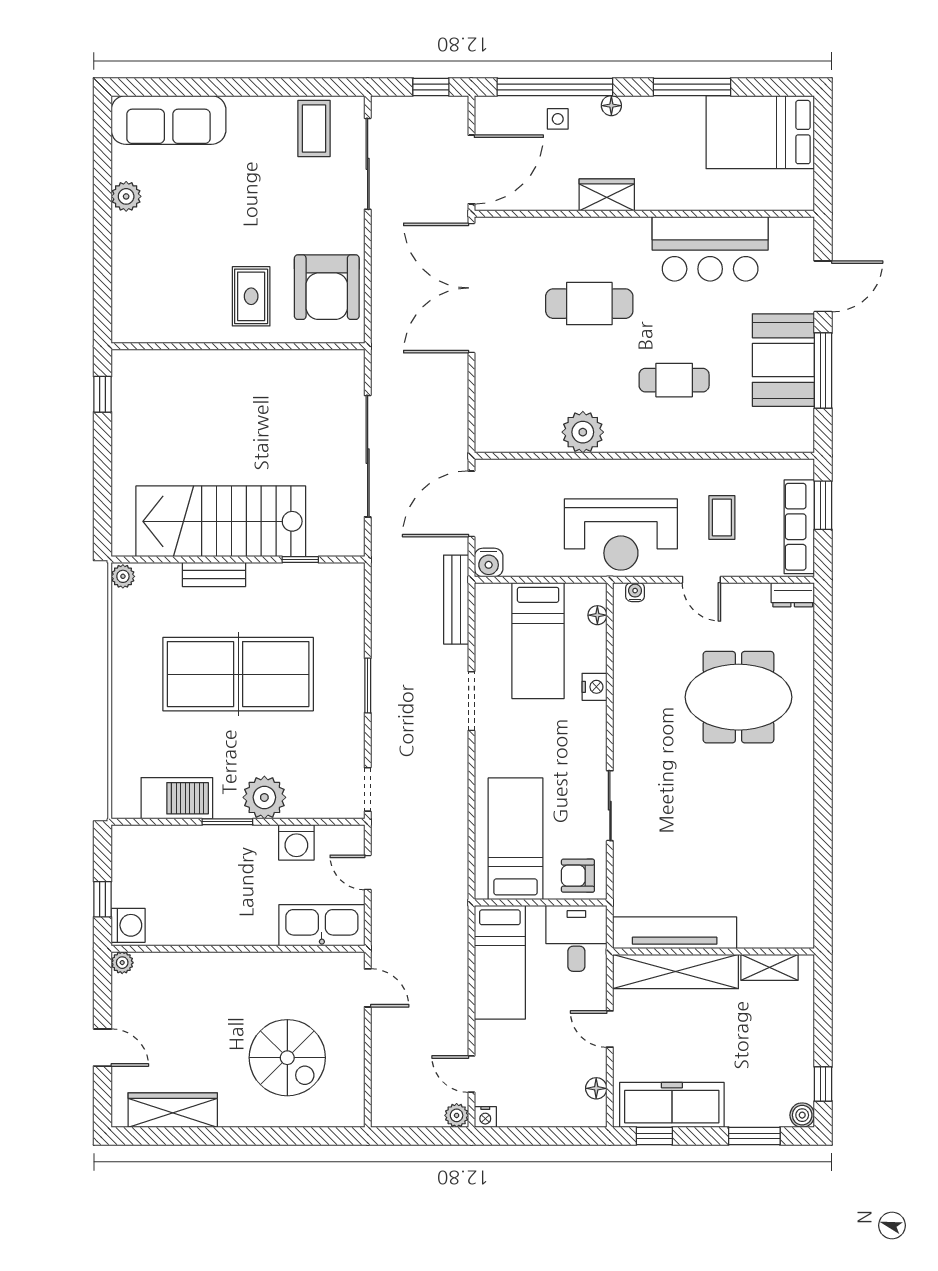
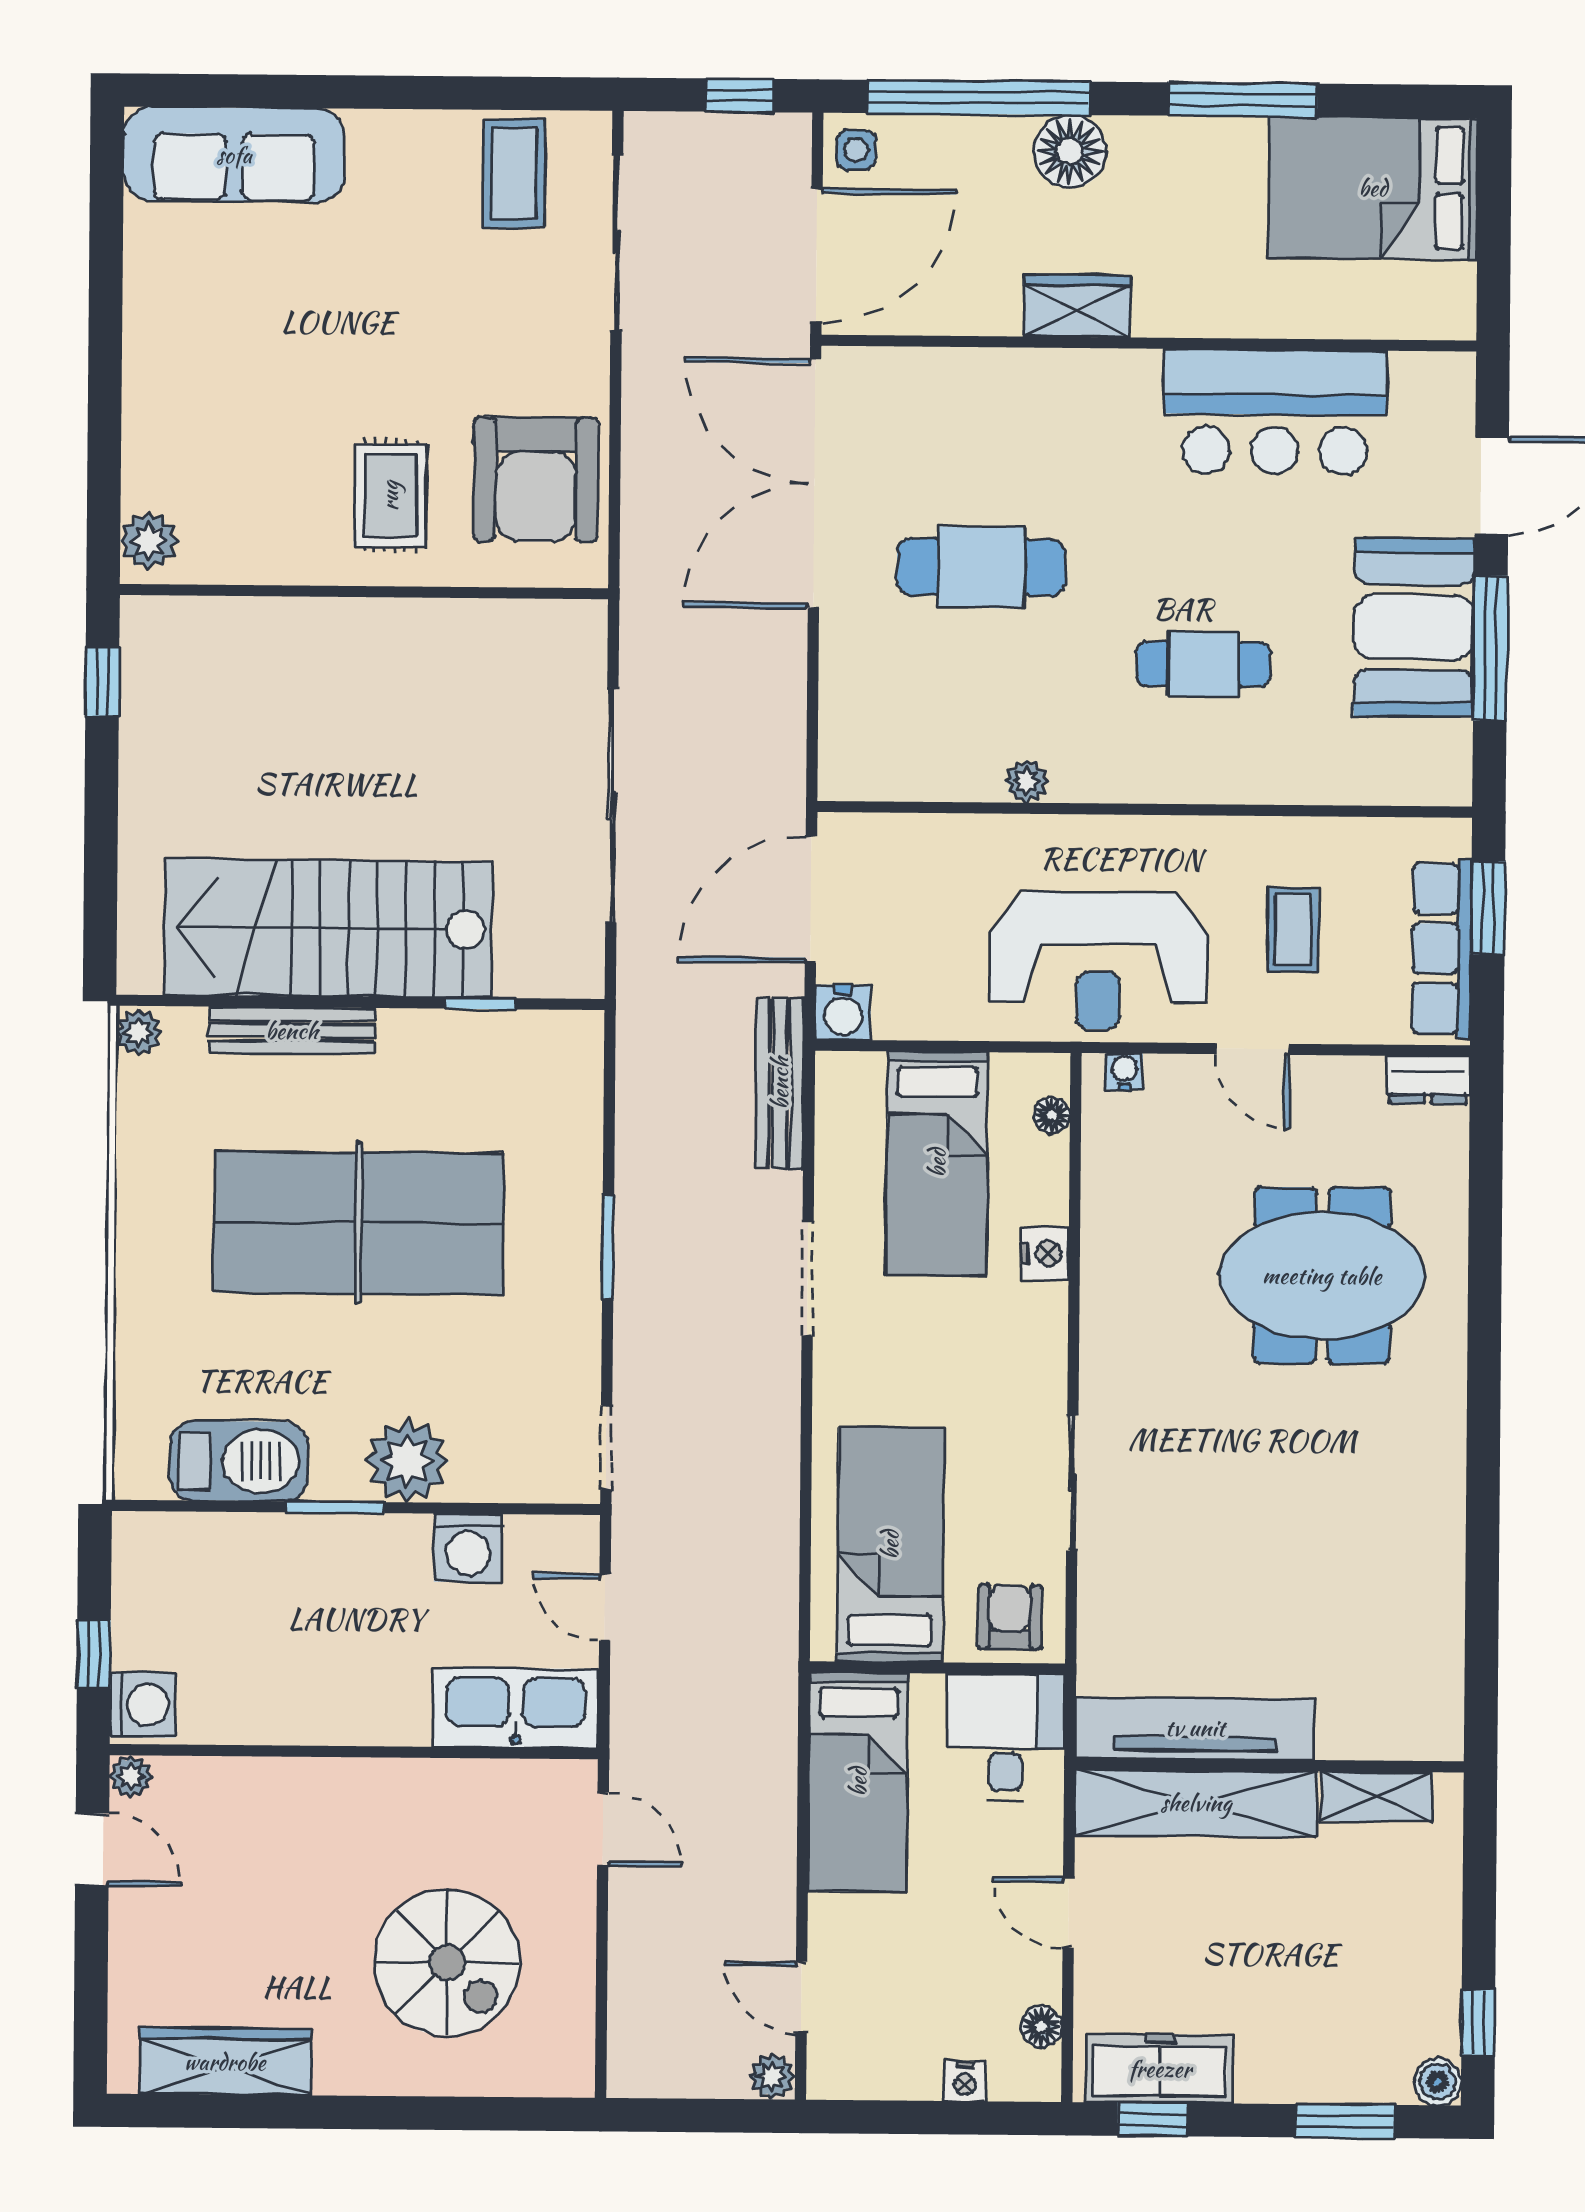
floor lamp: (611, 106) -> (1070, 151), width x1.89, depth x1.89
side table: (558, 119) -> (856, 150), moved
plant: (126, 196) -> (149, 541), moved
cafe table: (589, 304) -> (981, 567), moved
plant: (583, 432) -> (1026, 781), width x0.53, depth x0.53
bench: (214, 575) -> (292, 1031), width x1.36
armchair: (578, 876) -> (1010, 1617), turned 90
door: (103, 1048) -> (92, 1850), moved
freezer: (672, 1105) -> (1160, 2069), width x0.73, depth x0.79
nightstand: (485, 1117) -> (965, 2081), moved

